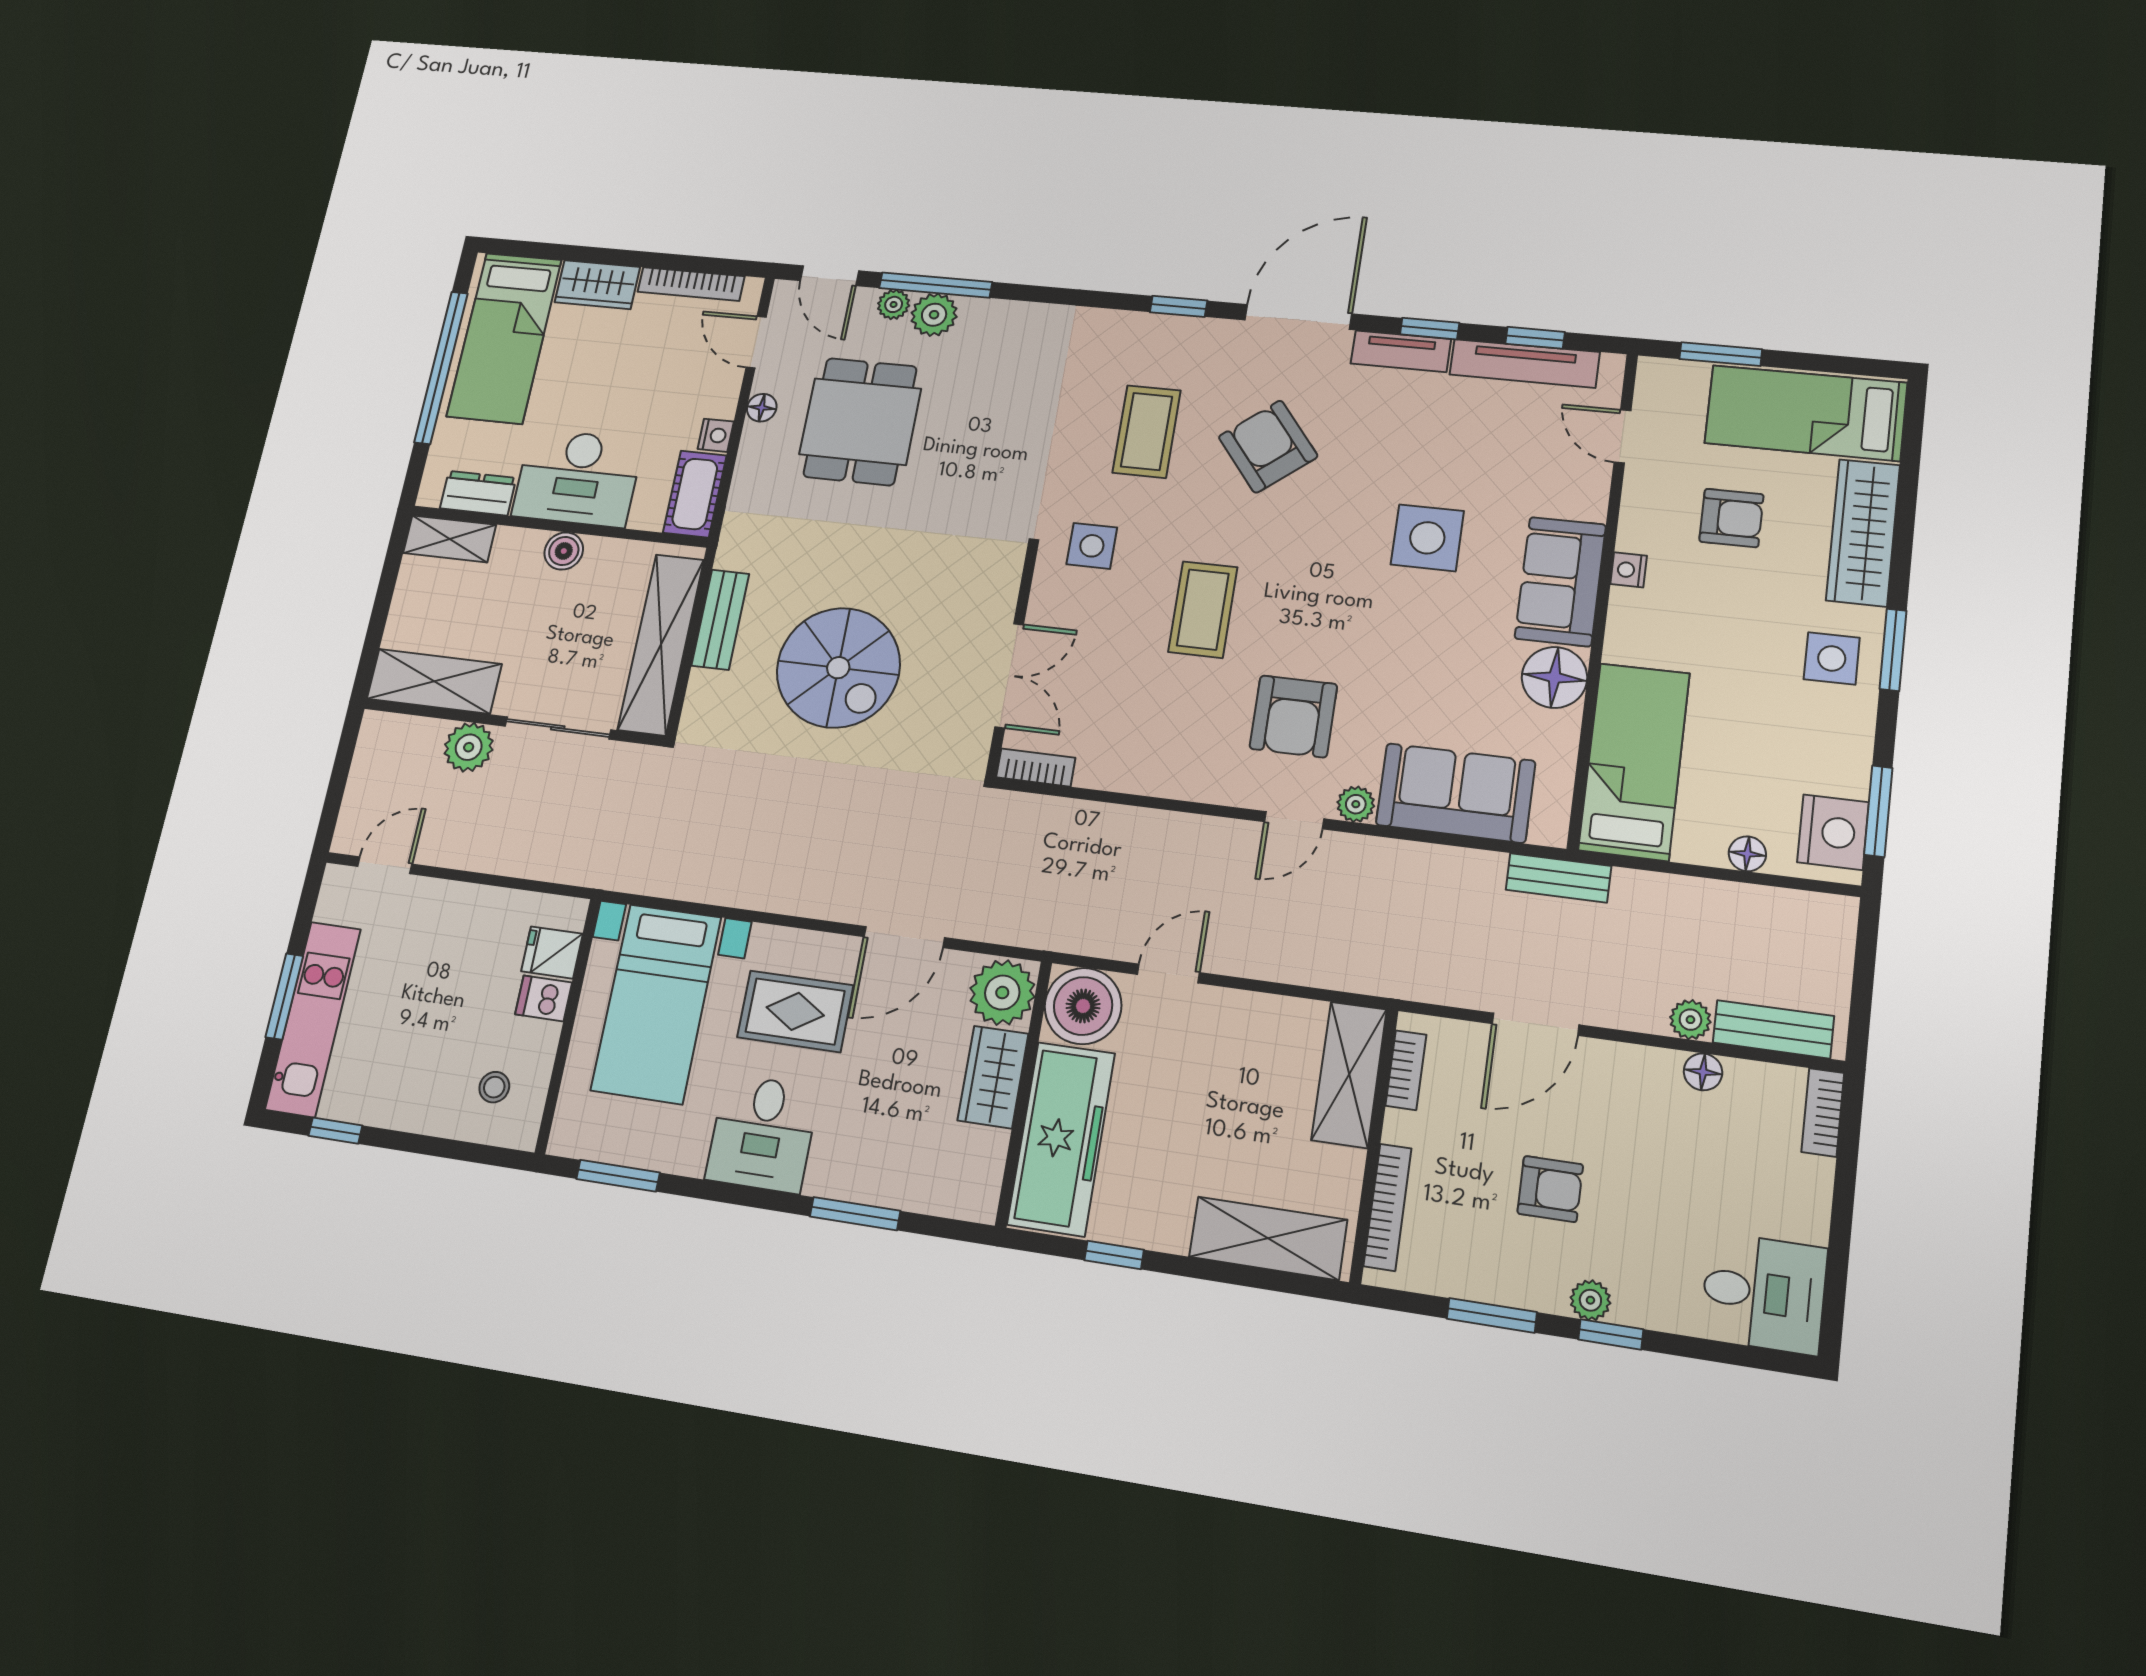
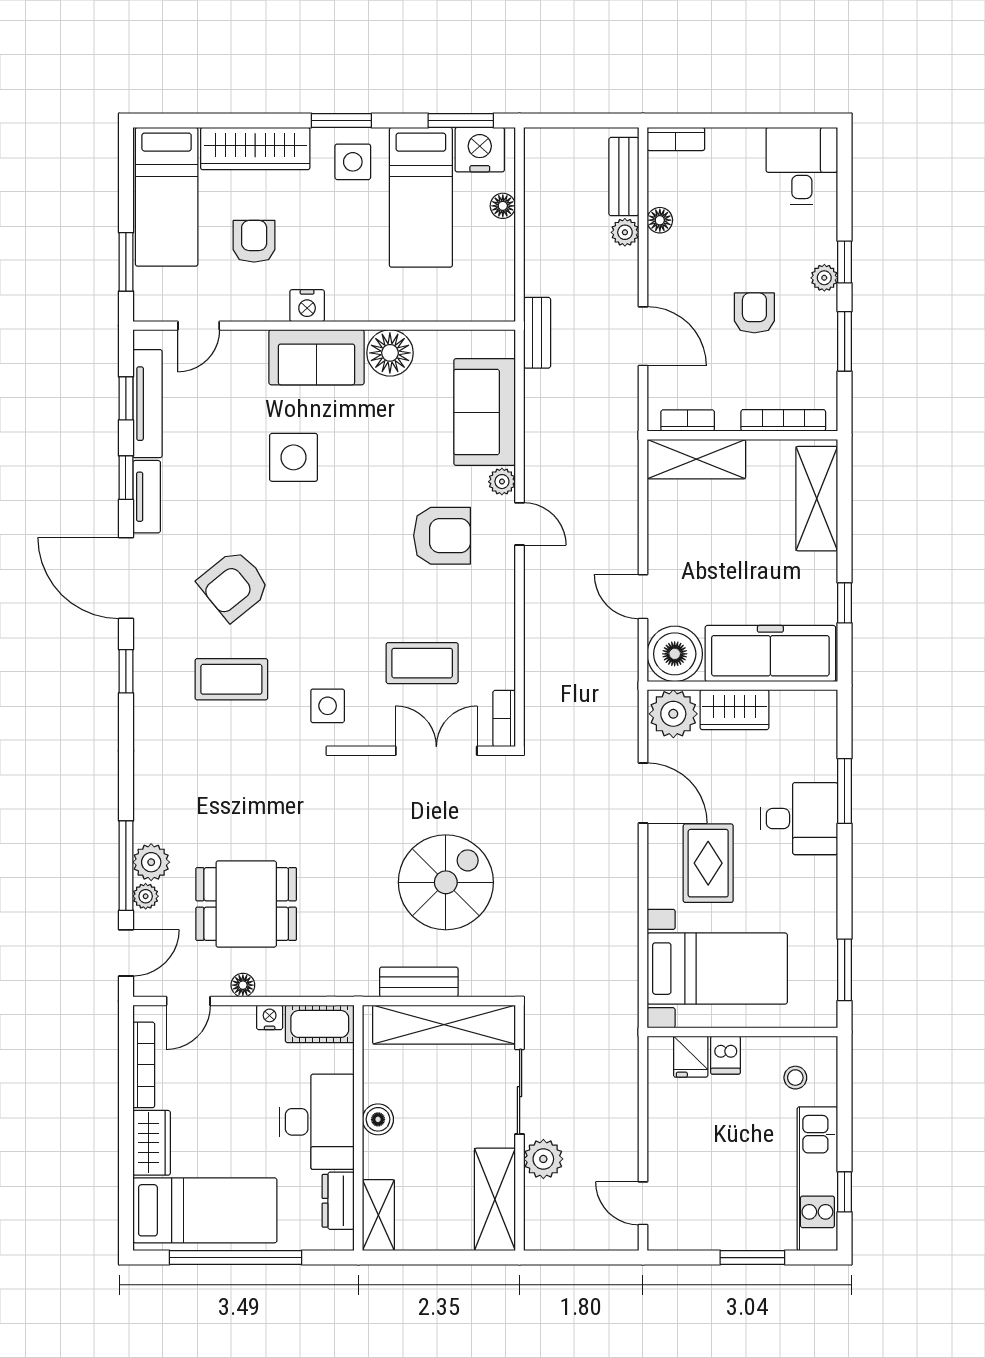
nightstand: (1629, 570) -> (307, 306), width x1.39, depth x1.35
coffee table: (1203, 609) -> (422, 663), moved
bed: (1634, 761) -> (421, 197), moved, turned -90
kitchen unit: (313, 1019) -> (817, 1179), moved, turned -90
desk: (762, 1134) -> (799, 819), moved

